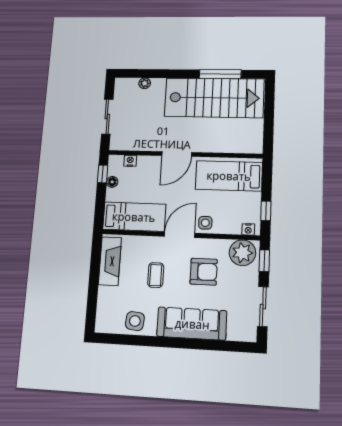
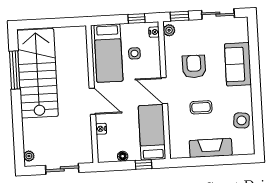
plant: (145, 83) -> (29, 156), moved
nightstand: (130, 161) -> (101, 129), moved
window: (103, 174) -> (144, 164), moved
side table: (205, 223) -> (134, 53), moved
plant: (242, 253) -> (169, 30), width x0.53, depth x0.53
fireplace: (110, 261) -> (211, 148), moved
sofa: (192, 324) -> (238, 64), width x0.73

